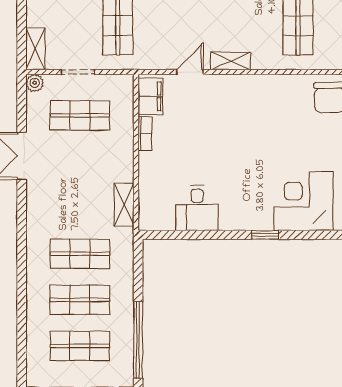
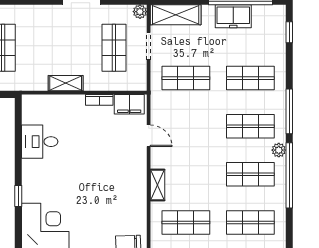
shelving: (35, 49) -> (176, 15), width x1.50, depth x1.33
shelving: (230, 61) -> (158, 185), moved
shelving: (124, 205) -> (66, 83), moved

